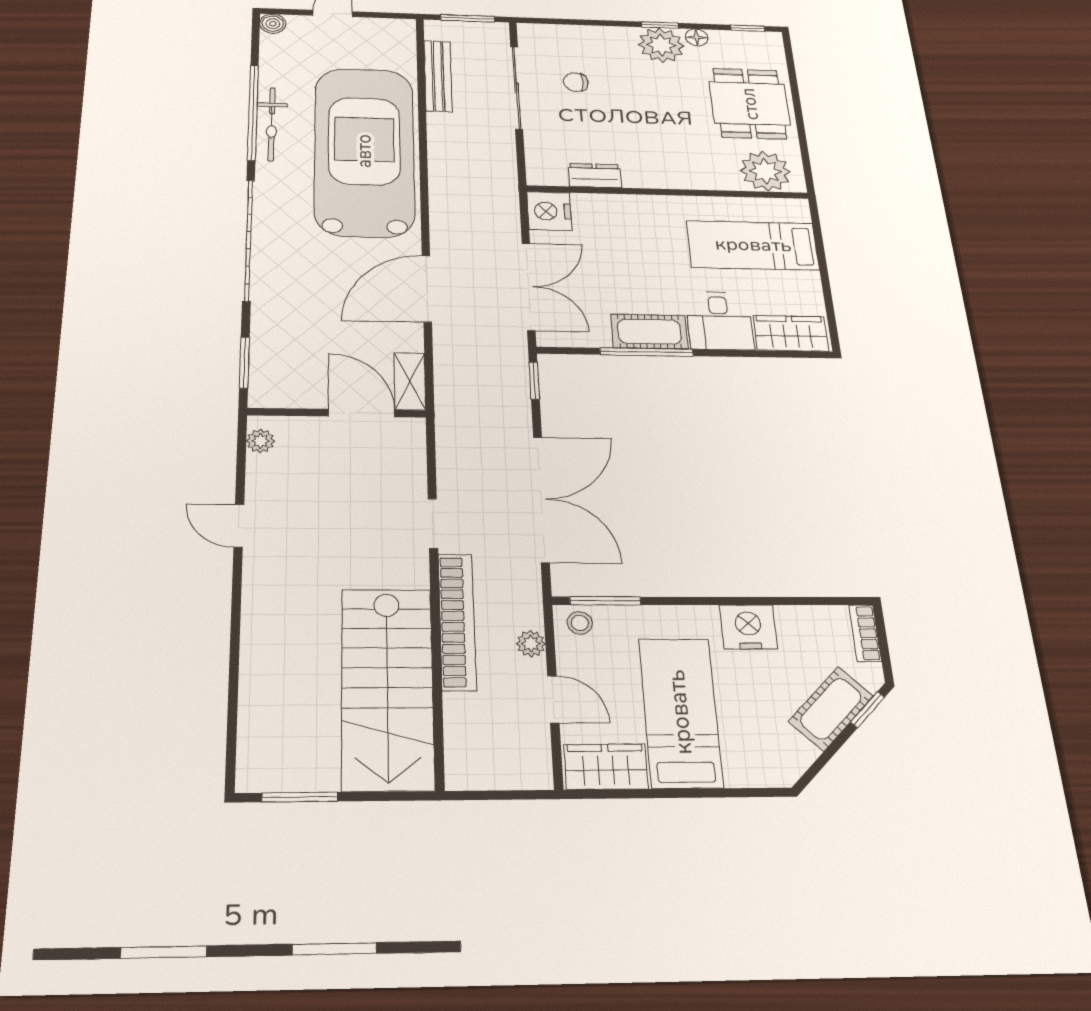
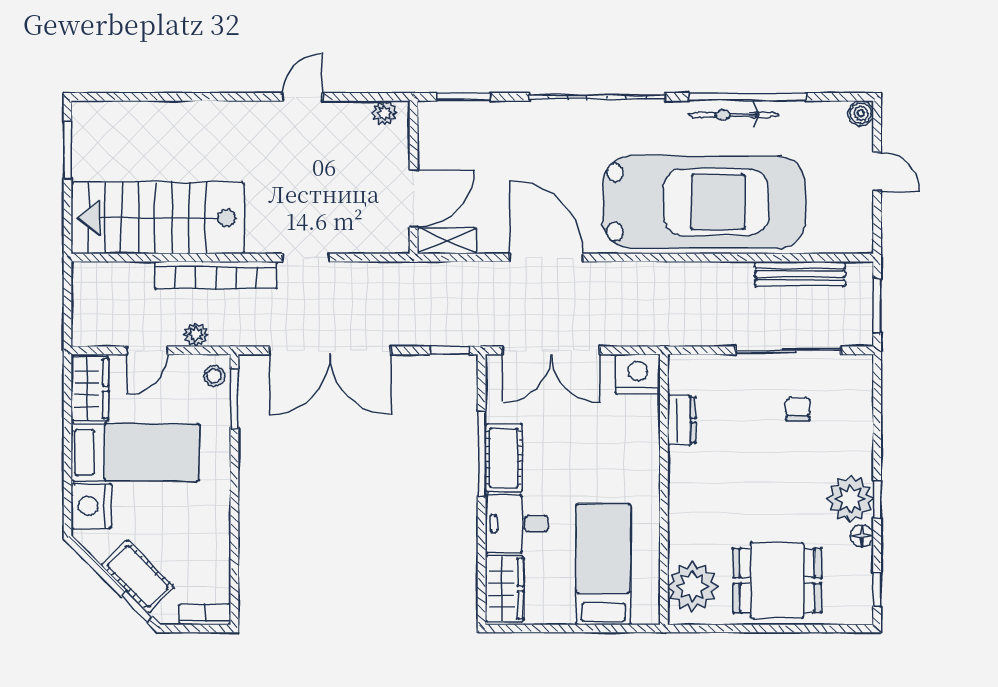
nightstand: (748, 627) -> (91, 506), moved, turned 180

